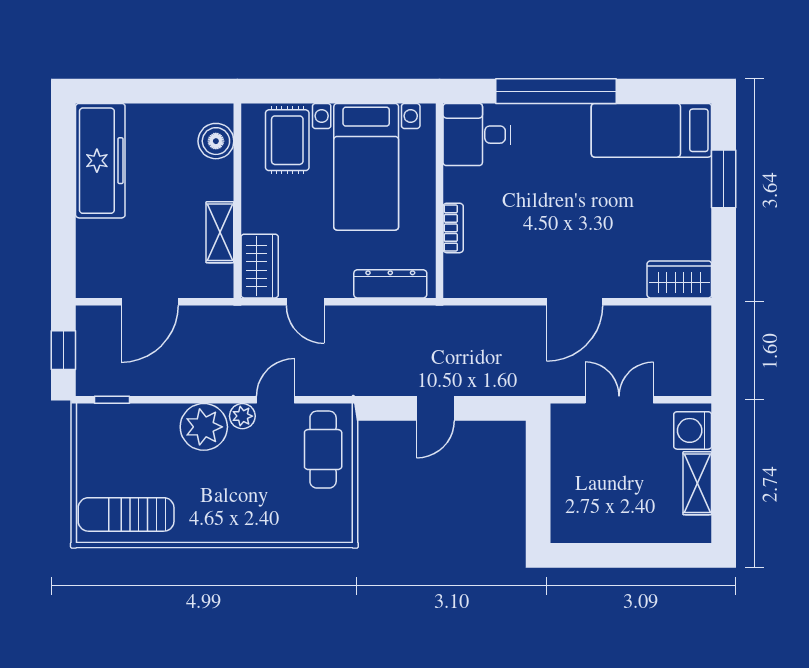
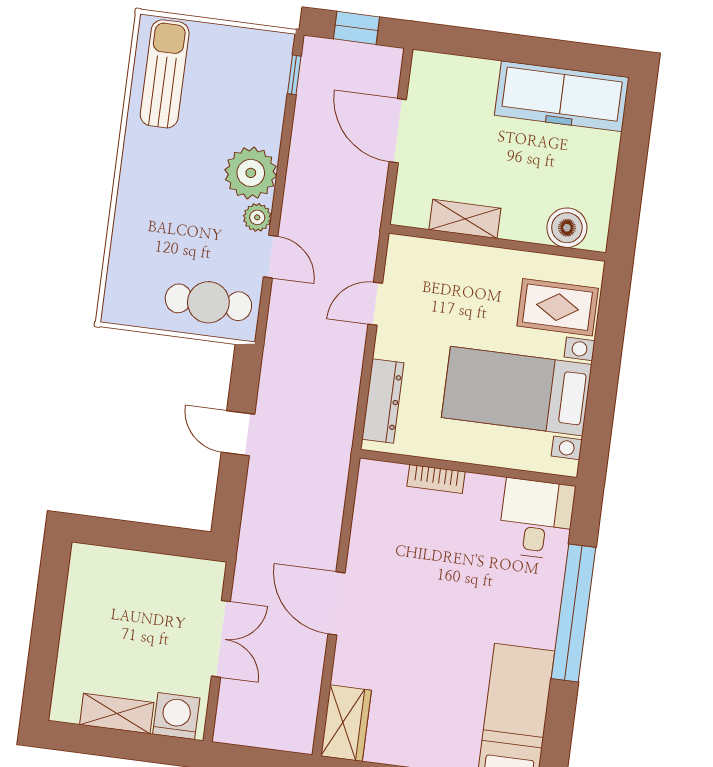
wardrobe: (260, 266) -> (422, 258), removed

